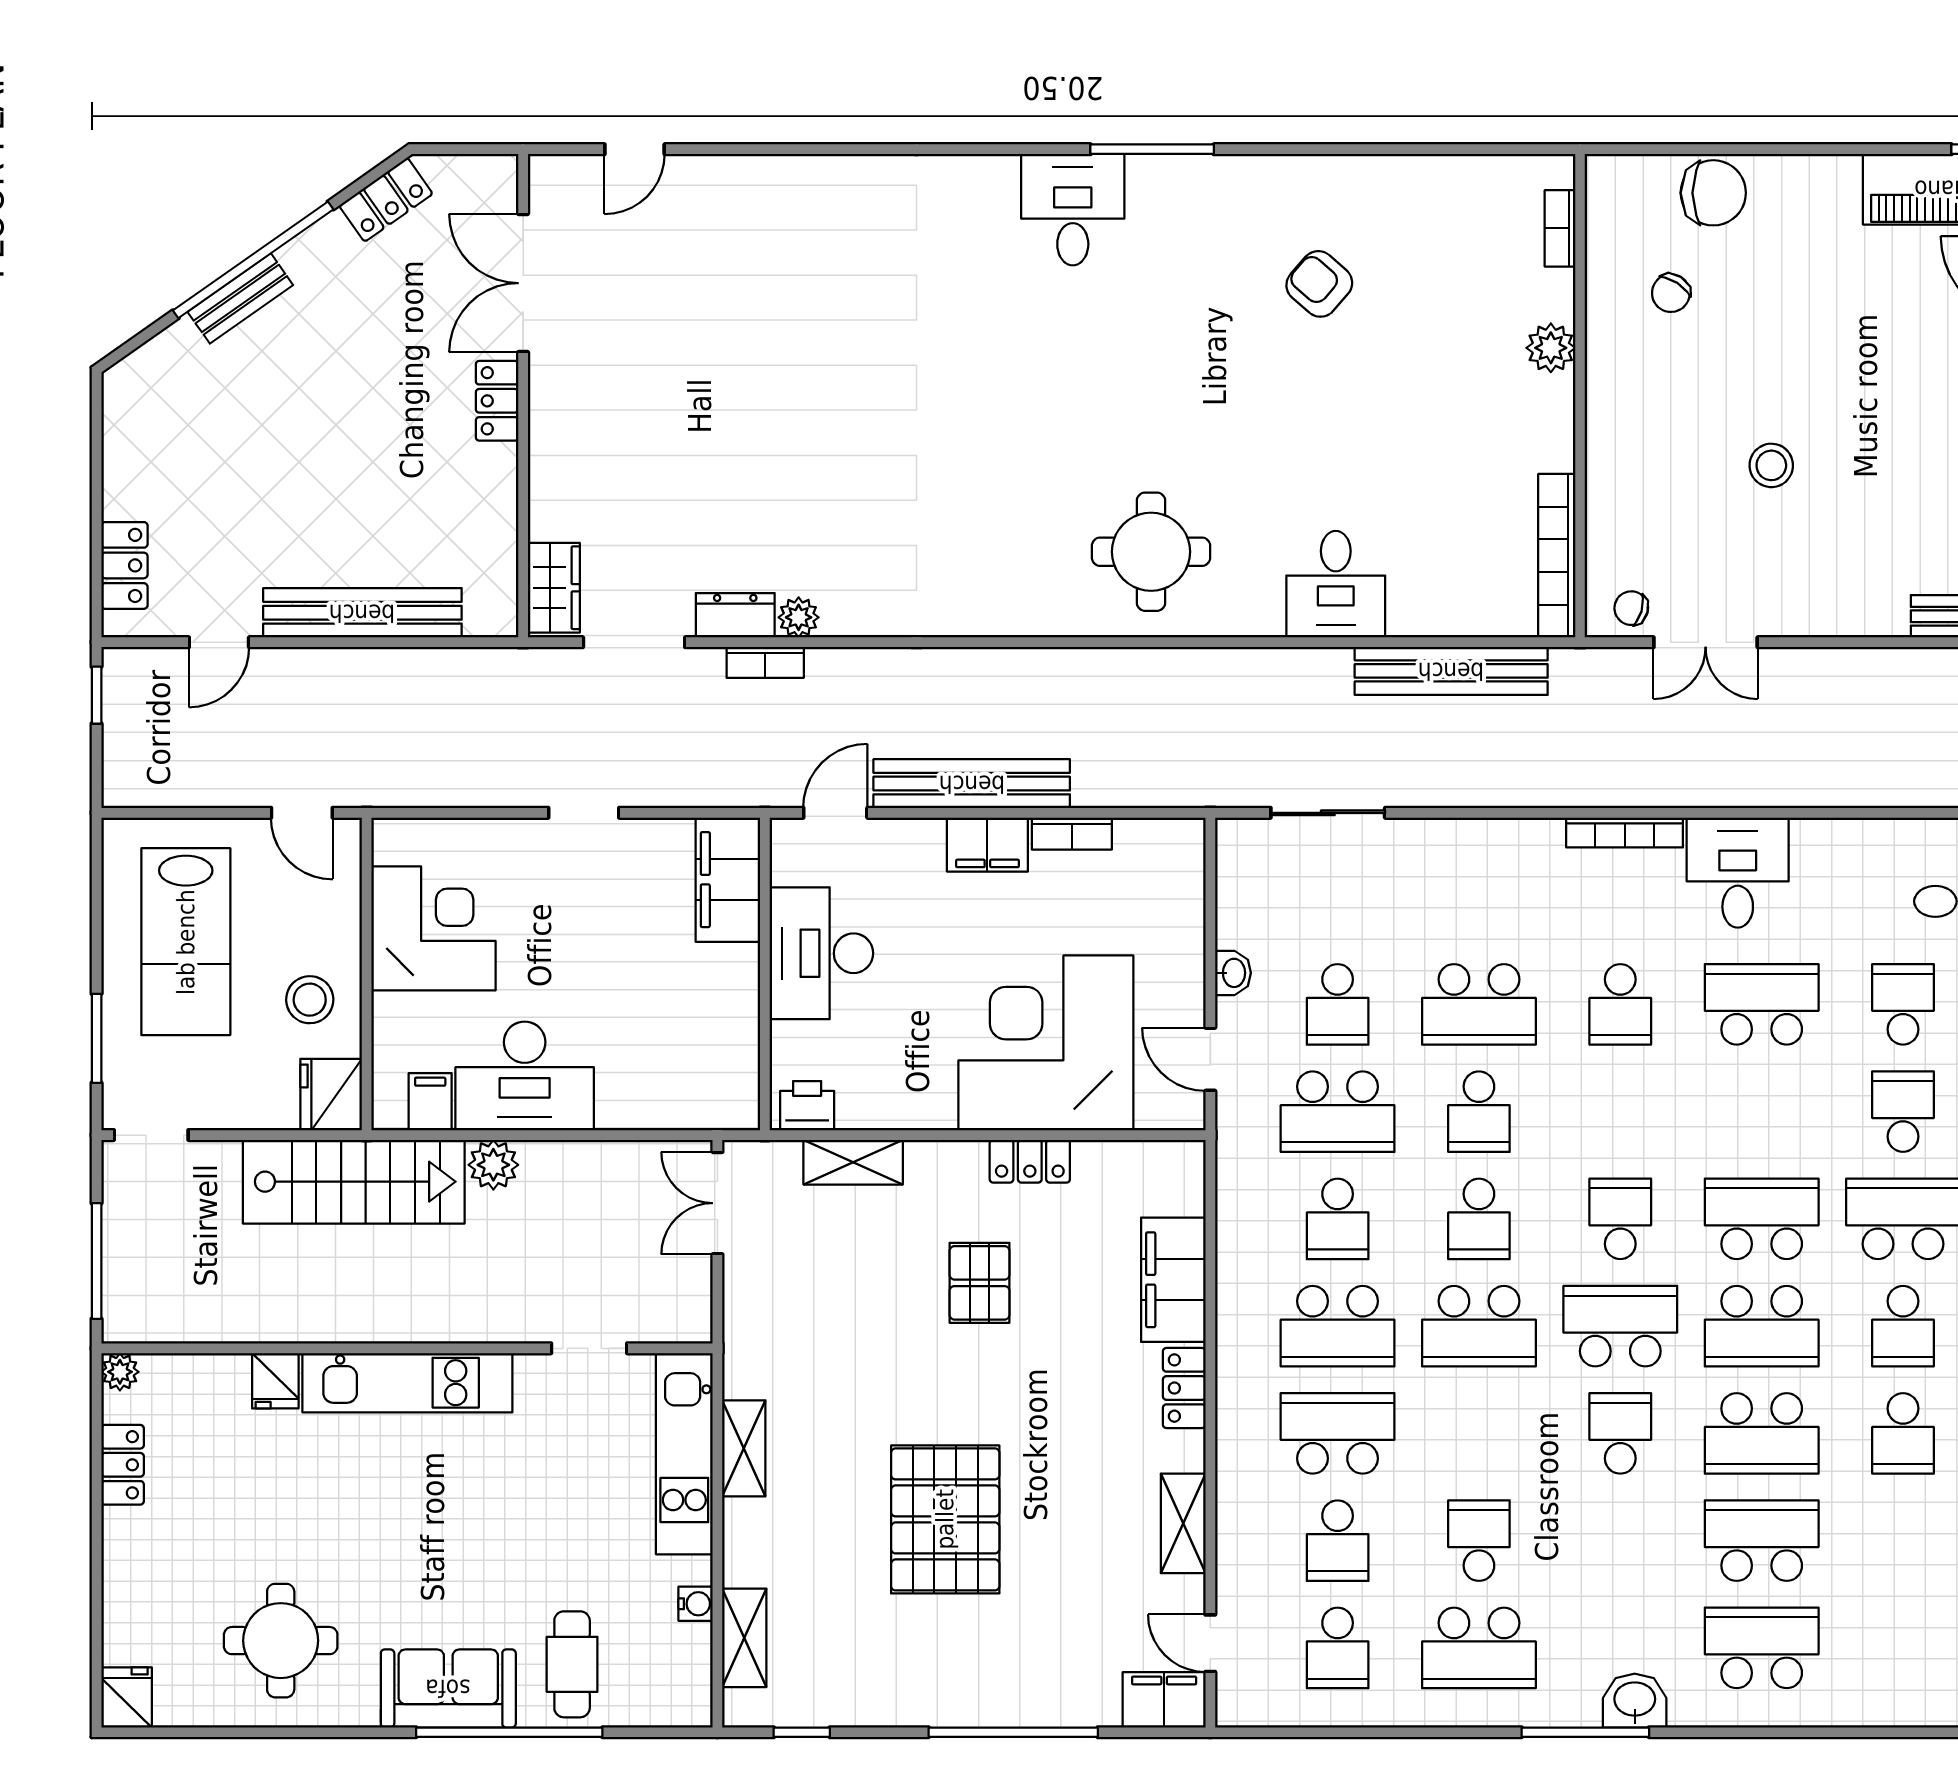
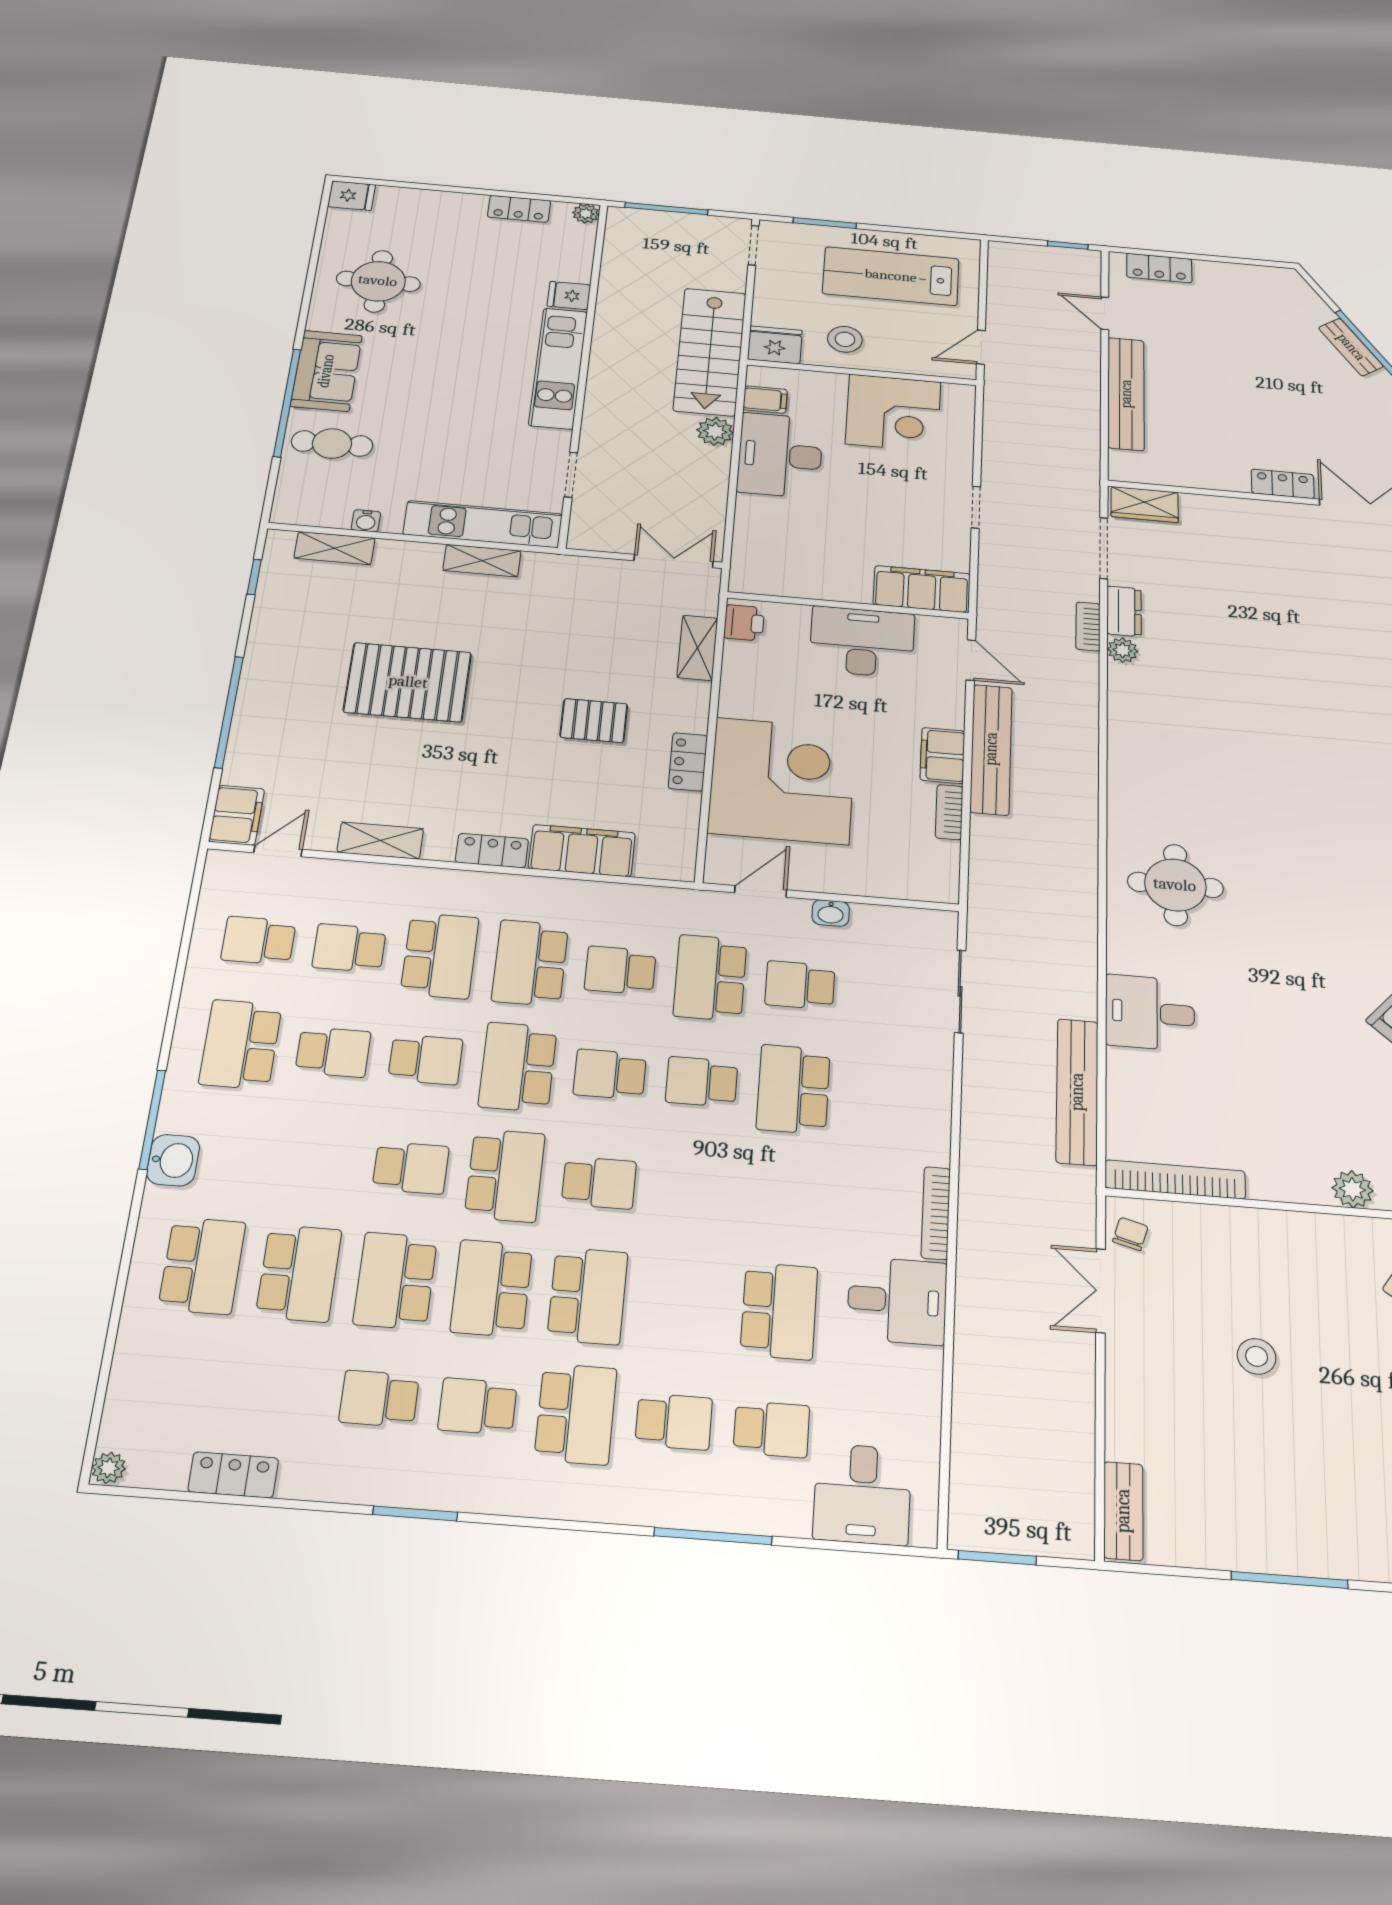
school desk: (1620, 1004) -> (426, 1059), moved, turned 180

